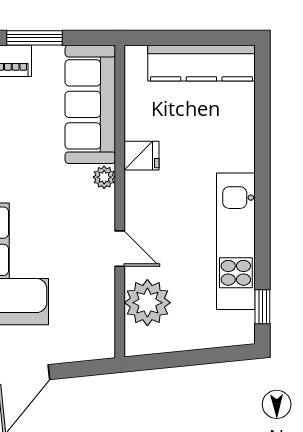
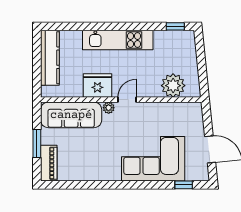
fridge: (142, 156) -> (97, 85), width x1.88, depth x1.34
kitchen unit: (236, 241) -> (118, 40), moved
door: (120, 249) -> (127, 100), moved

